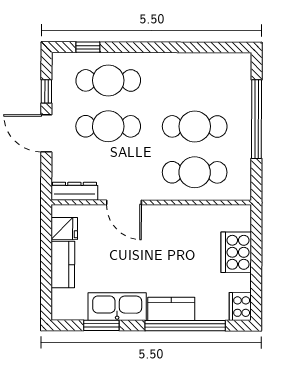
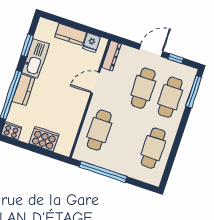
window: (88, 47) -> (194, 92), width x2.17
window: (257, 119) -> (103, 172), moved
cafe table: (195, 126) -> (153, 148), moved

